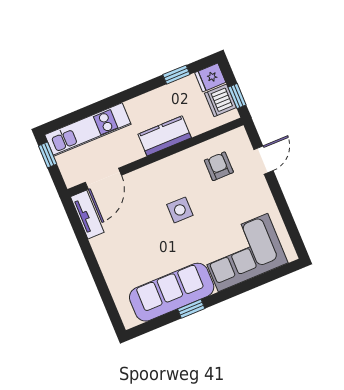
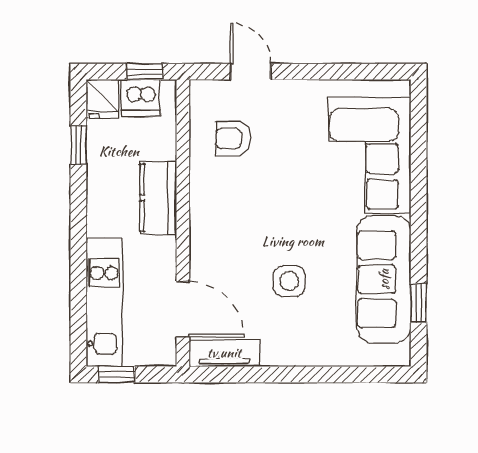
side table: (180, 210) -> (289, 281), moved
window: (191, 309) -> (419, 303), moved

